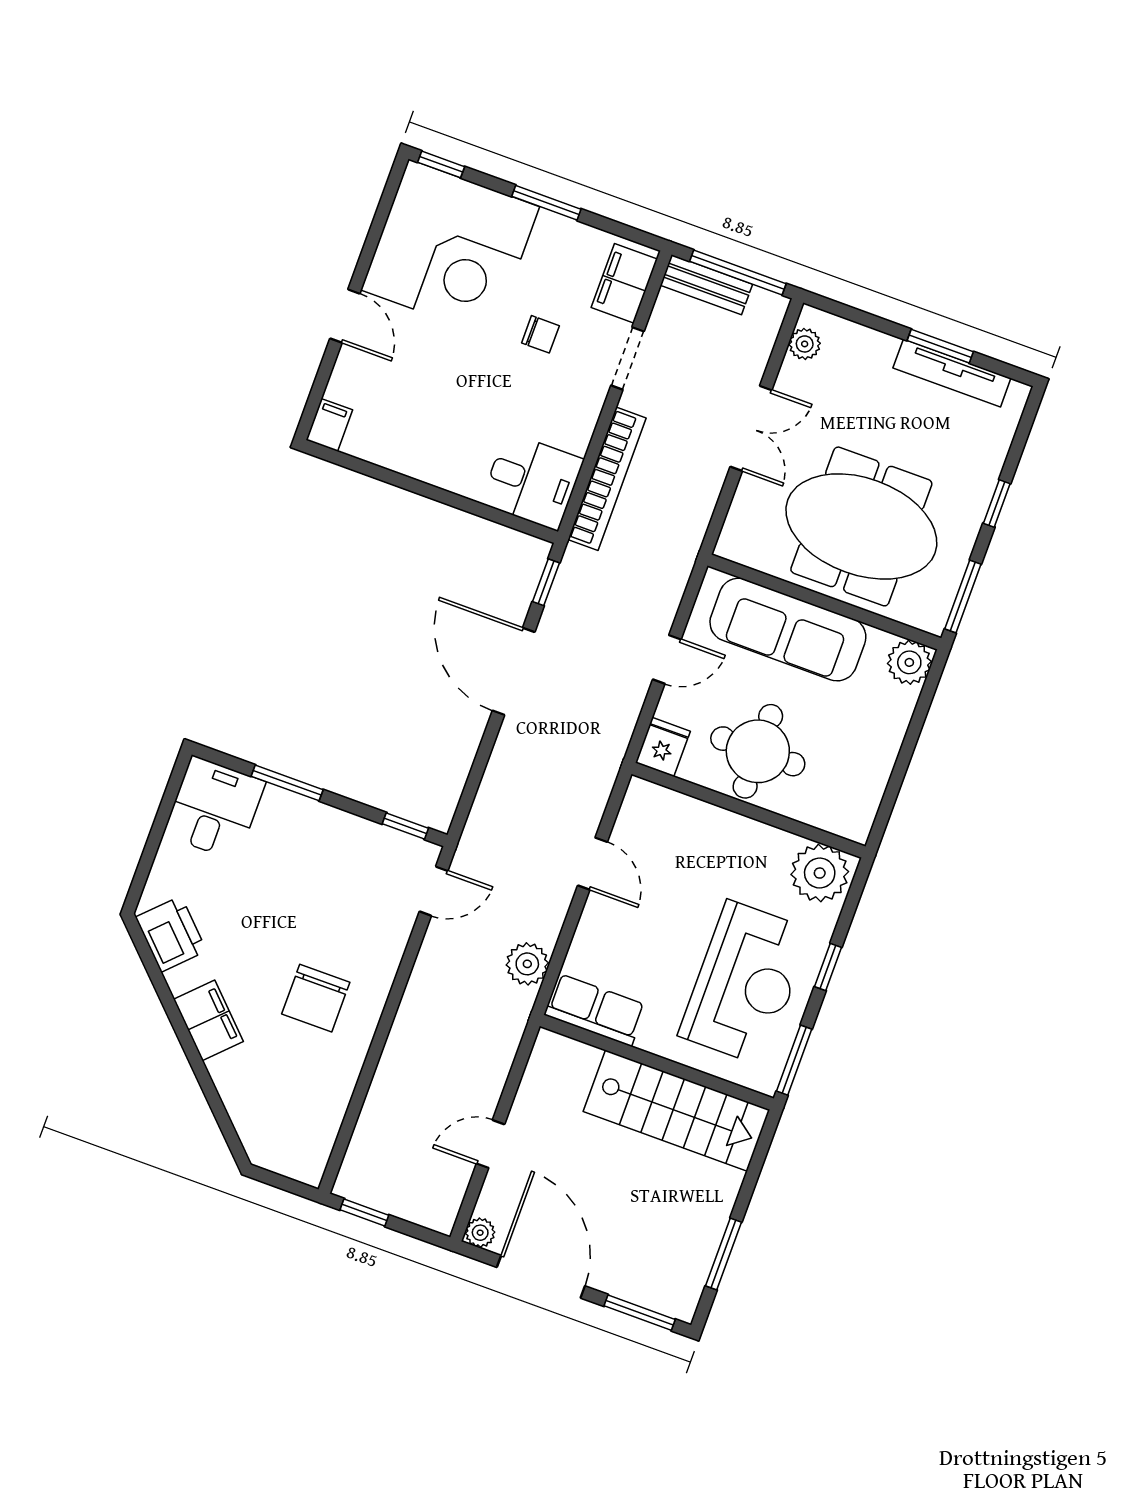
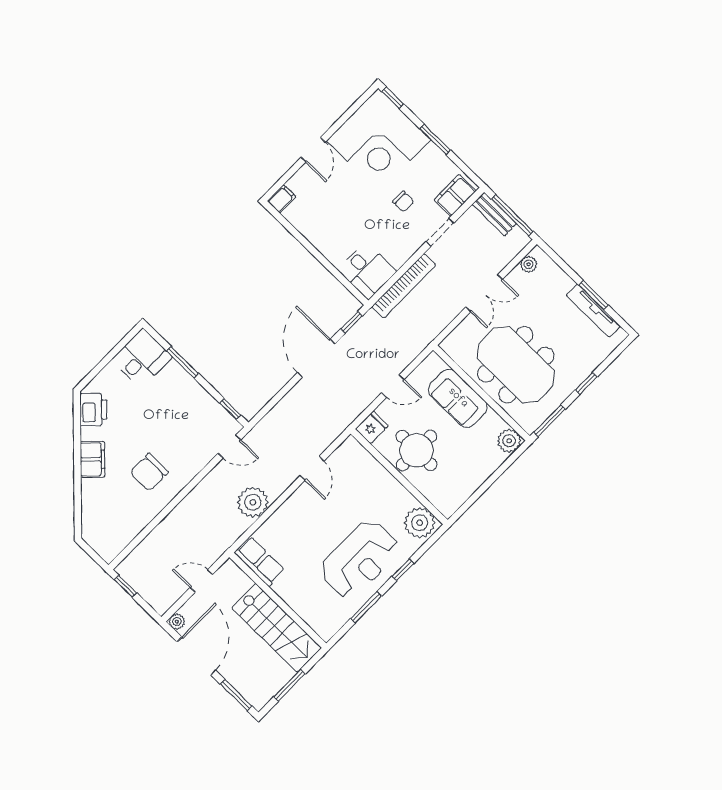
sofa: (788, 630) -> (458, 398), width x0.73
plant: (527, 964) -> (253, 502), width x1.36, depth x1.36
row of seats: (595, 1010) -> (260, 561), moved
wall: (657, 1062) -> (278, 600), moved
stairs: (676, 1111) -> (277, 628), moved

